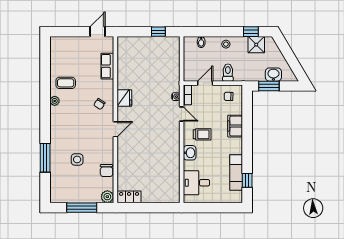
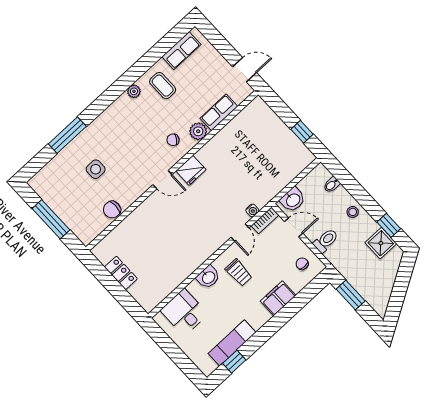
row of seats: (56, 56) -> (181, 51), added
washbasin: (273, 75) -> (293, 200), moved, turned 90
fridge: (124, 98) -> (191, 170), moved
plant: (107, 197) -> (198, 131), moved
locker: (129, 197) -> (121, 273), moved

